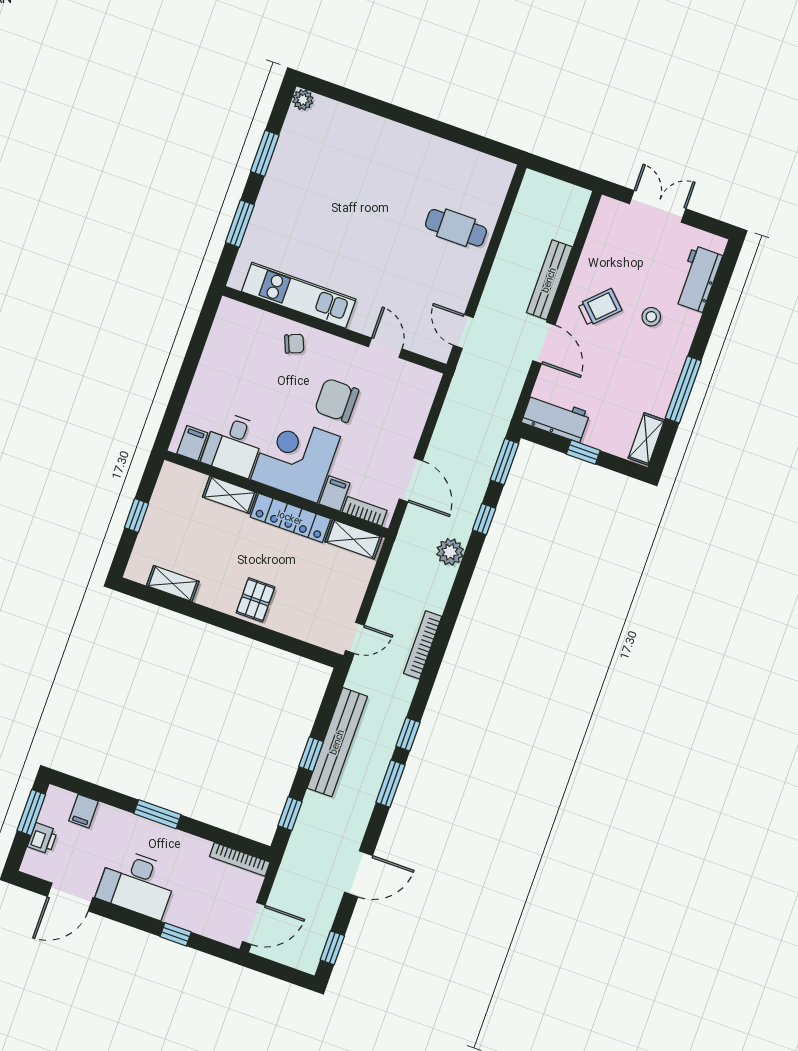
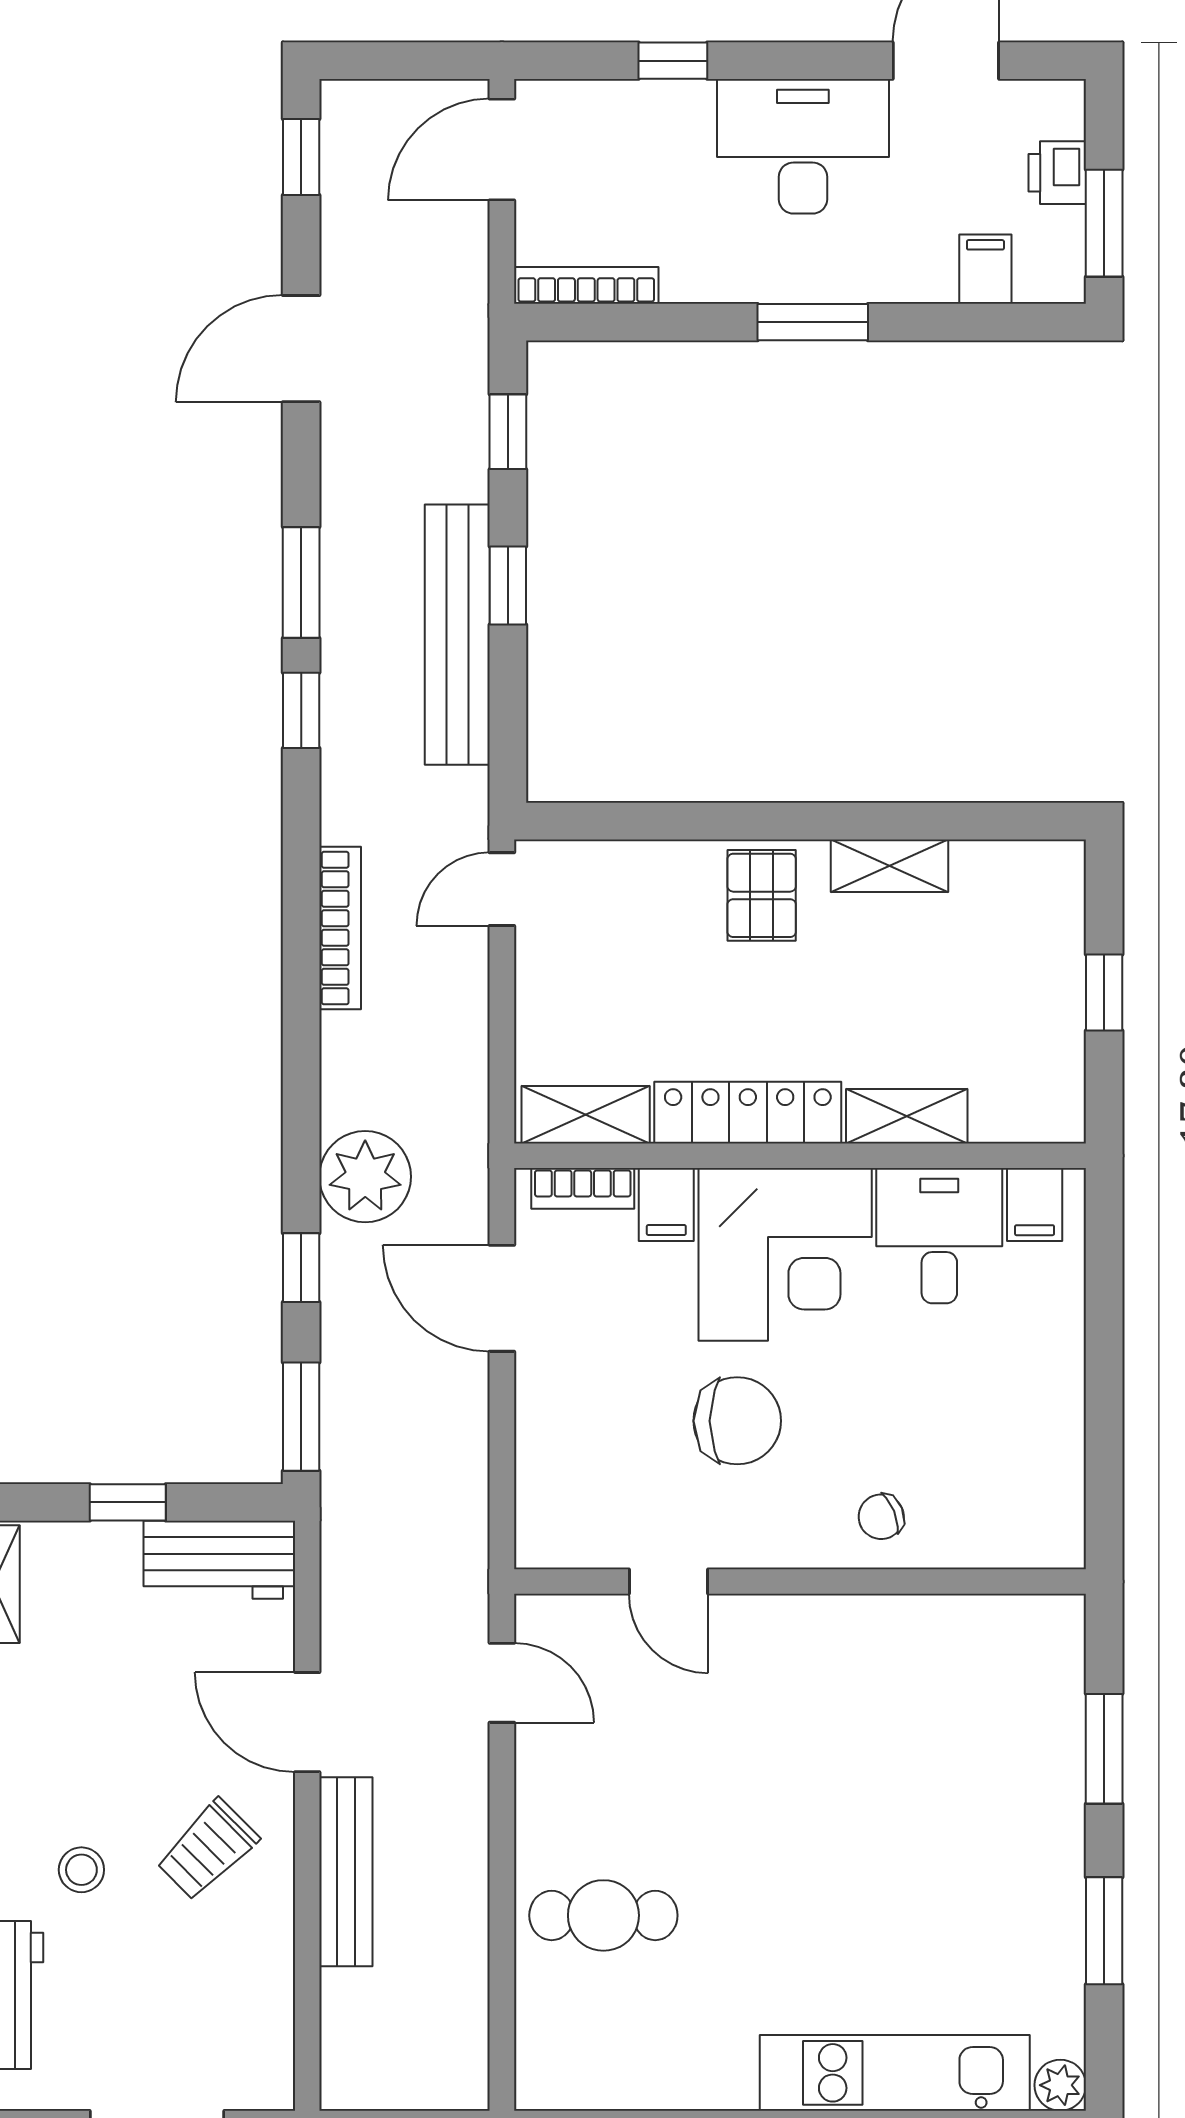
kitchen unit: (299, 295) -> (895, 2073), moved, turned 180
plant: (450, 552) -> (365, 1177), width x1.36, depth x1.36
shelving: (173, 583) -> (890, 866), moved

